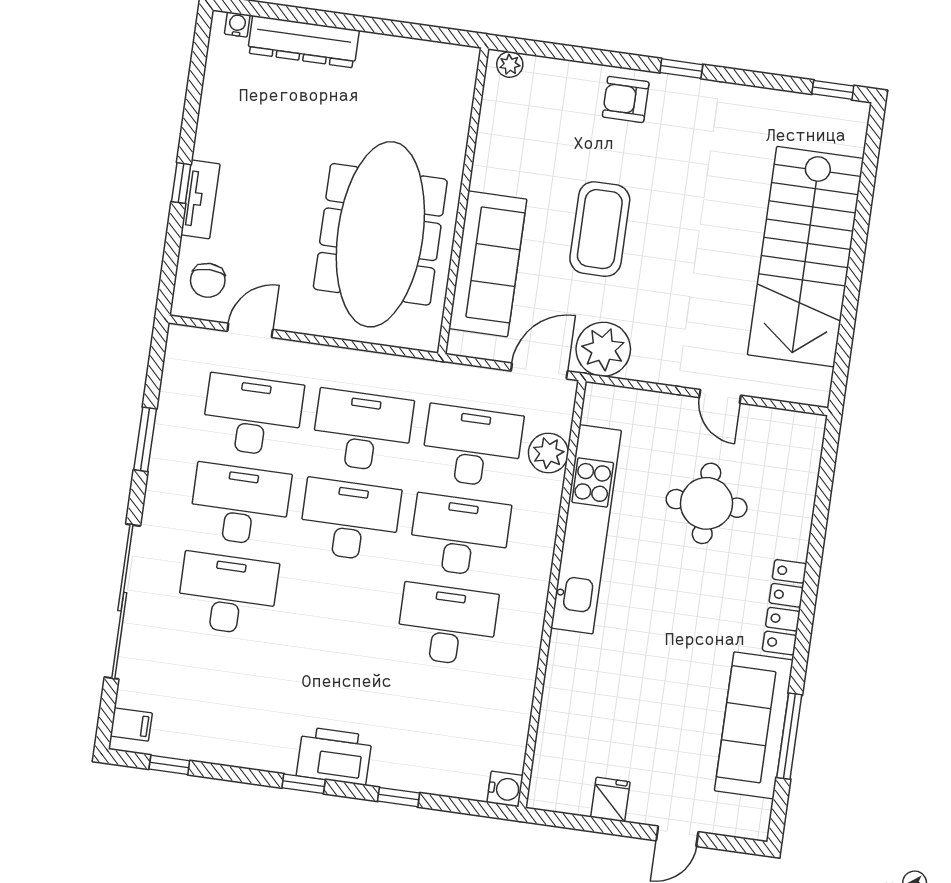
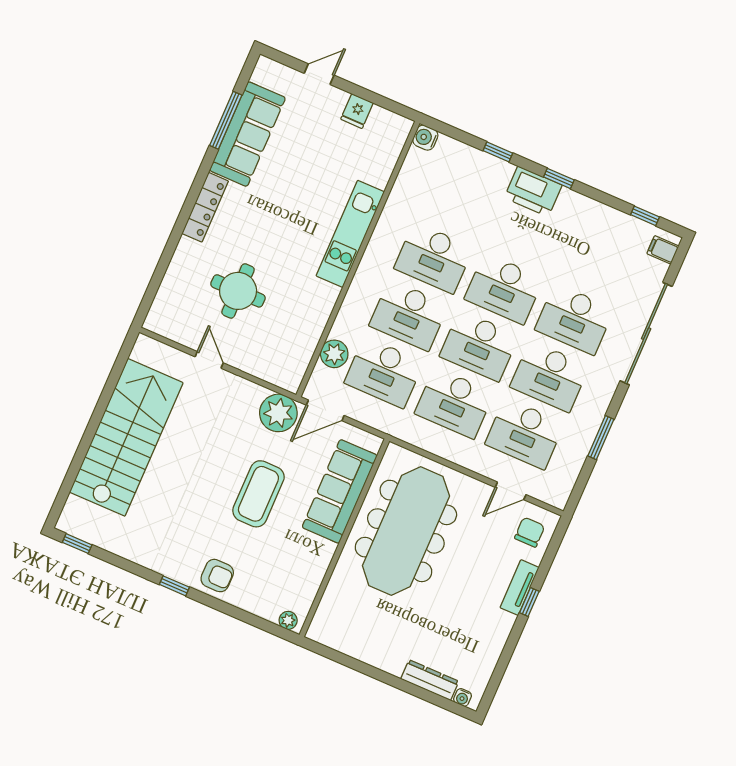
dresser: (303, 42) -> (430, 680), width x0.73, depth x0.80
kitchen unit: (586, 529) -> (350, 234), moved, width x0.73
desk: (337, 609) -> (504, 289), added

